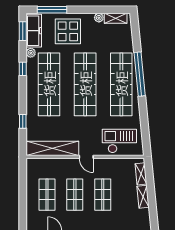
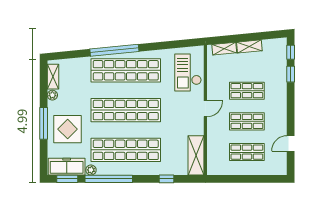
window: (52, 10) -> (44, 123), moved
window: (23, 69) -> (109, 179), width x3.17
shelving: (52, 148) -> (196, 155), width x0.68

